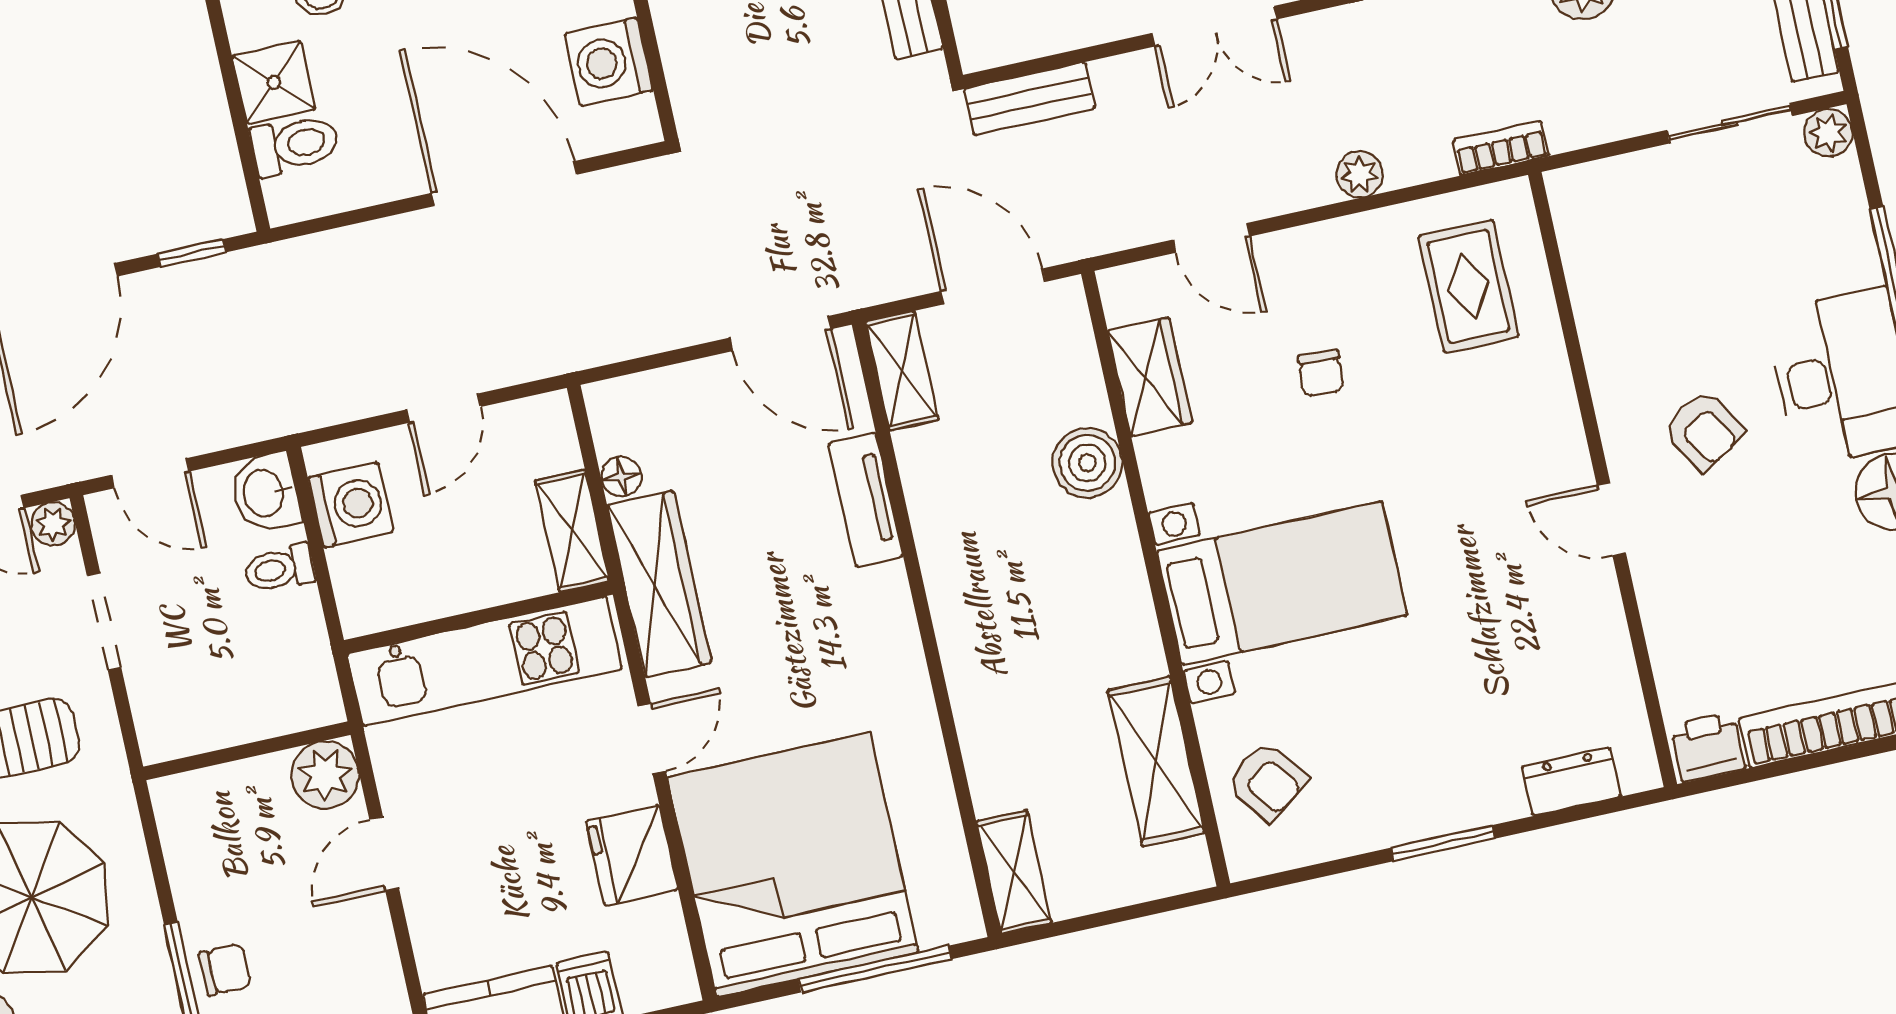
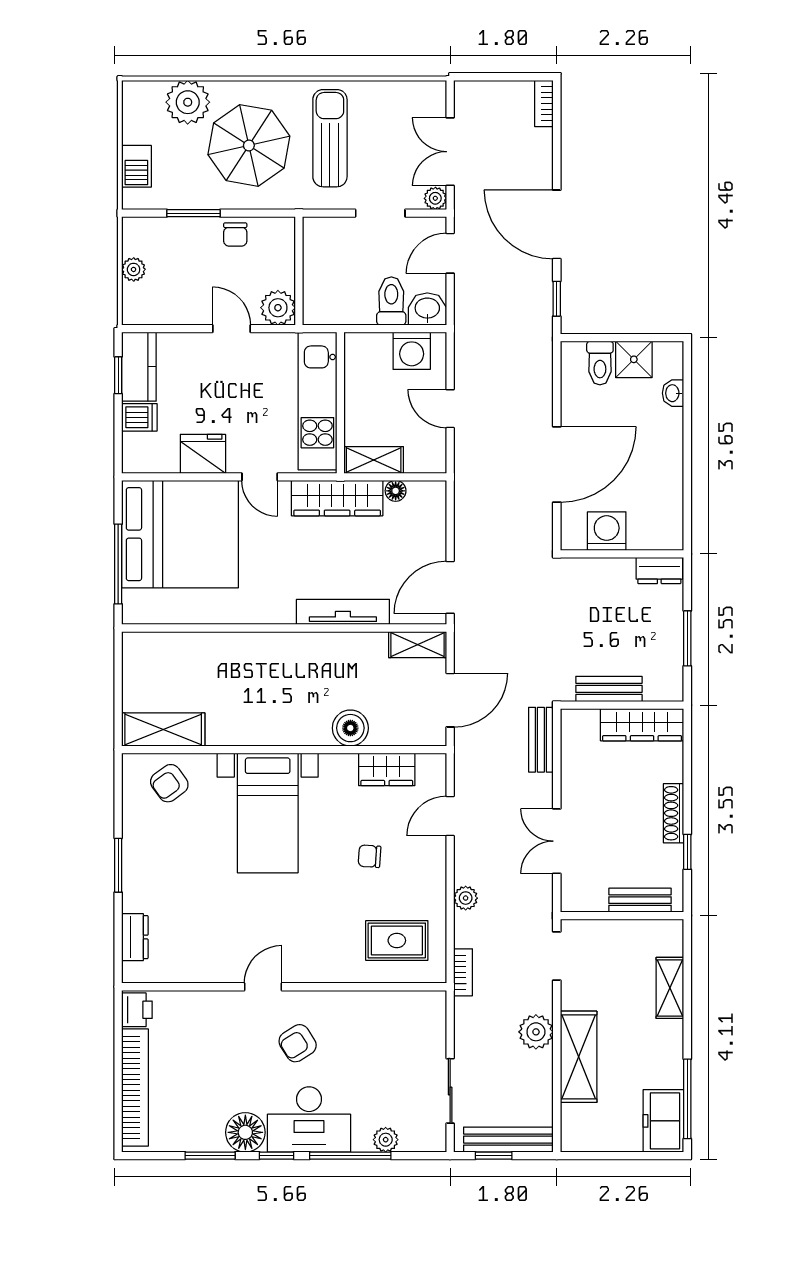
plant: (1828, 133) -> (386, 1140), moved
tv unit: (866, 500) -> (343, 612), width x1.41
toilet: (279, 569) -> (391, 301), width x1.37, depth x1.39
shelving: (1156, 761) -> (163, 729), moved
shelving: (1014, 872) -> (152, 645), removed
chair: (225, 970) -> (235, 235), moved

